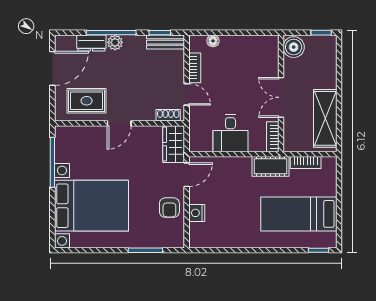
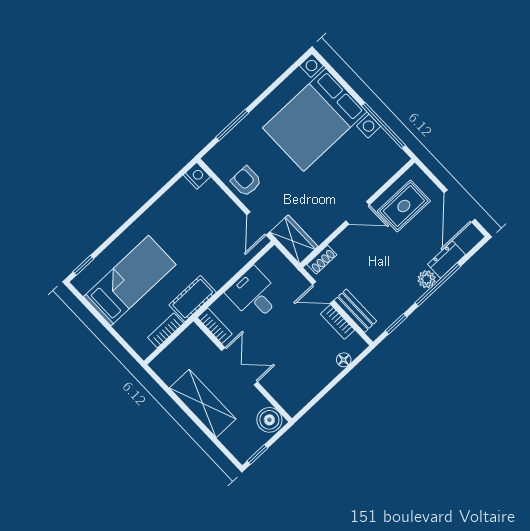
bench: (166, 42) -> (355, 311), moved, turned 90
shelving: (325, 118) -> (203, 403), moved
door: (119, 123) -> (358, 213), swing flipped
nightstand: (197, 213) -> (197, 176), moved

